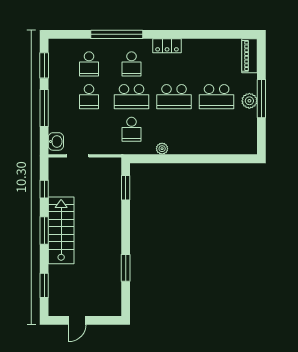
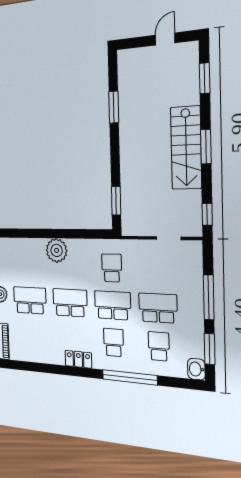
school desk: (89, 97) -> (158, 308), width x1.85
washbasin: (56, 141) -> (196, 369), moved
plant: (162, 149) -> (57, 250), moved, width x1.88, depth x1.88
window: (44, 189) -> (207, 214), moved

